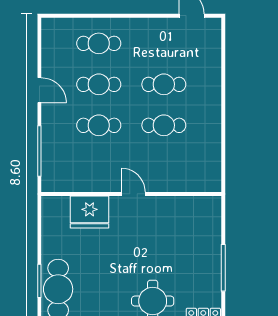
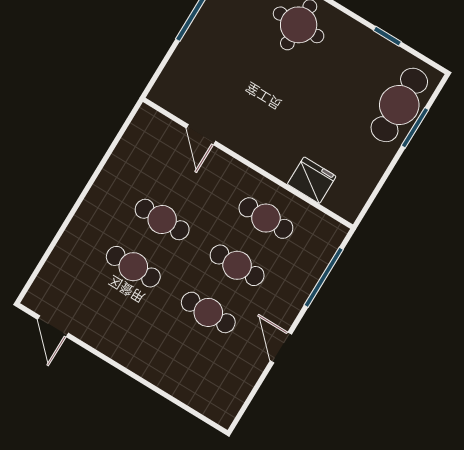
cafe table: (99, 43) -> (266, 218), moved
door: (133, 194) -> (201, 135), moved
fridge: (90, 212) -> (312, 180), width x0.73, depth x0.75

